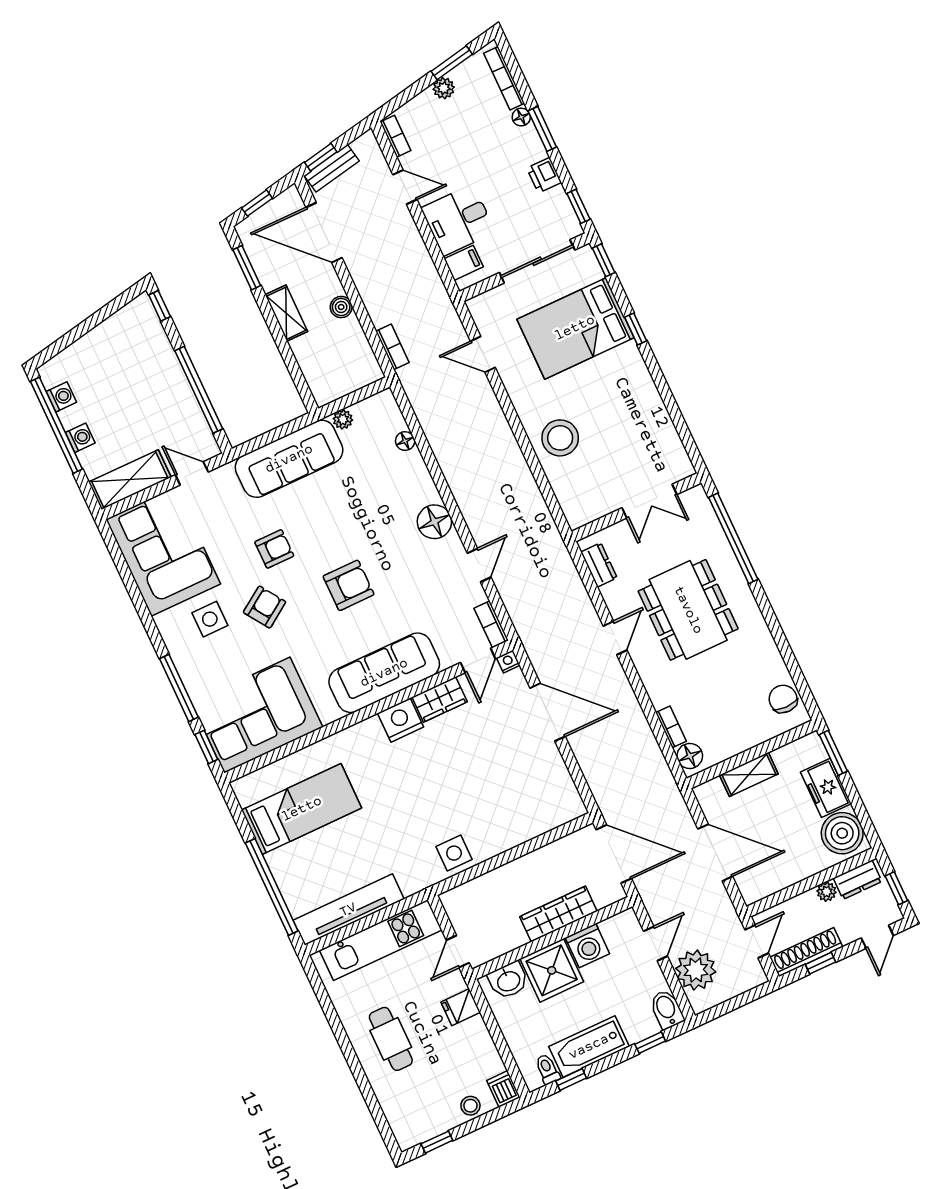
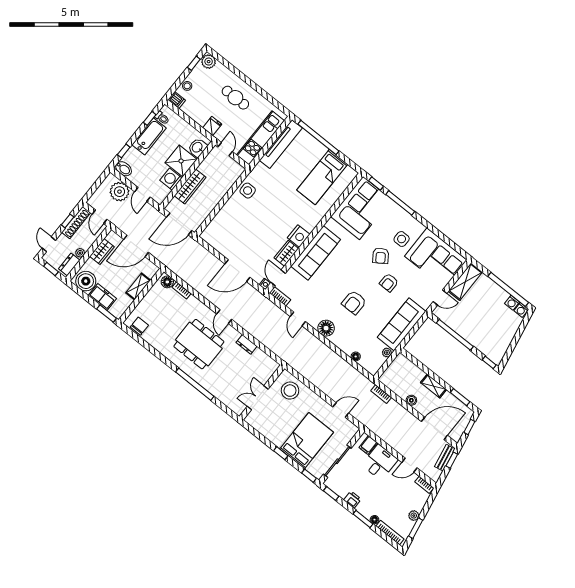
washing machine: (80, 438) -> (521, 310), moved
double door: (649, 501) -> (258, 398), moved
wall: (636, 507) -> (262, 392), moved
armchair: (349, 585) -> (354, 302), moved
chair: (783, 699) -> (139, 326), turned -90
wardrobe: (784, 874) -> (102, 252), added
plant: (408, 1132) -> (209, 62), added

